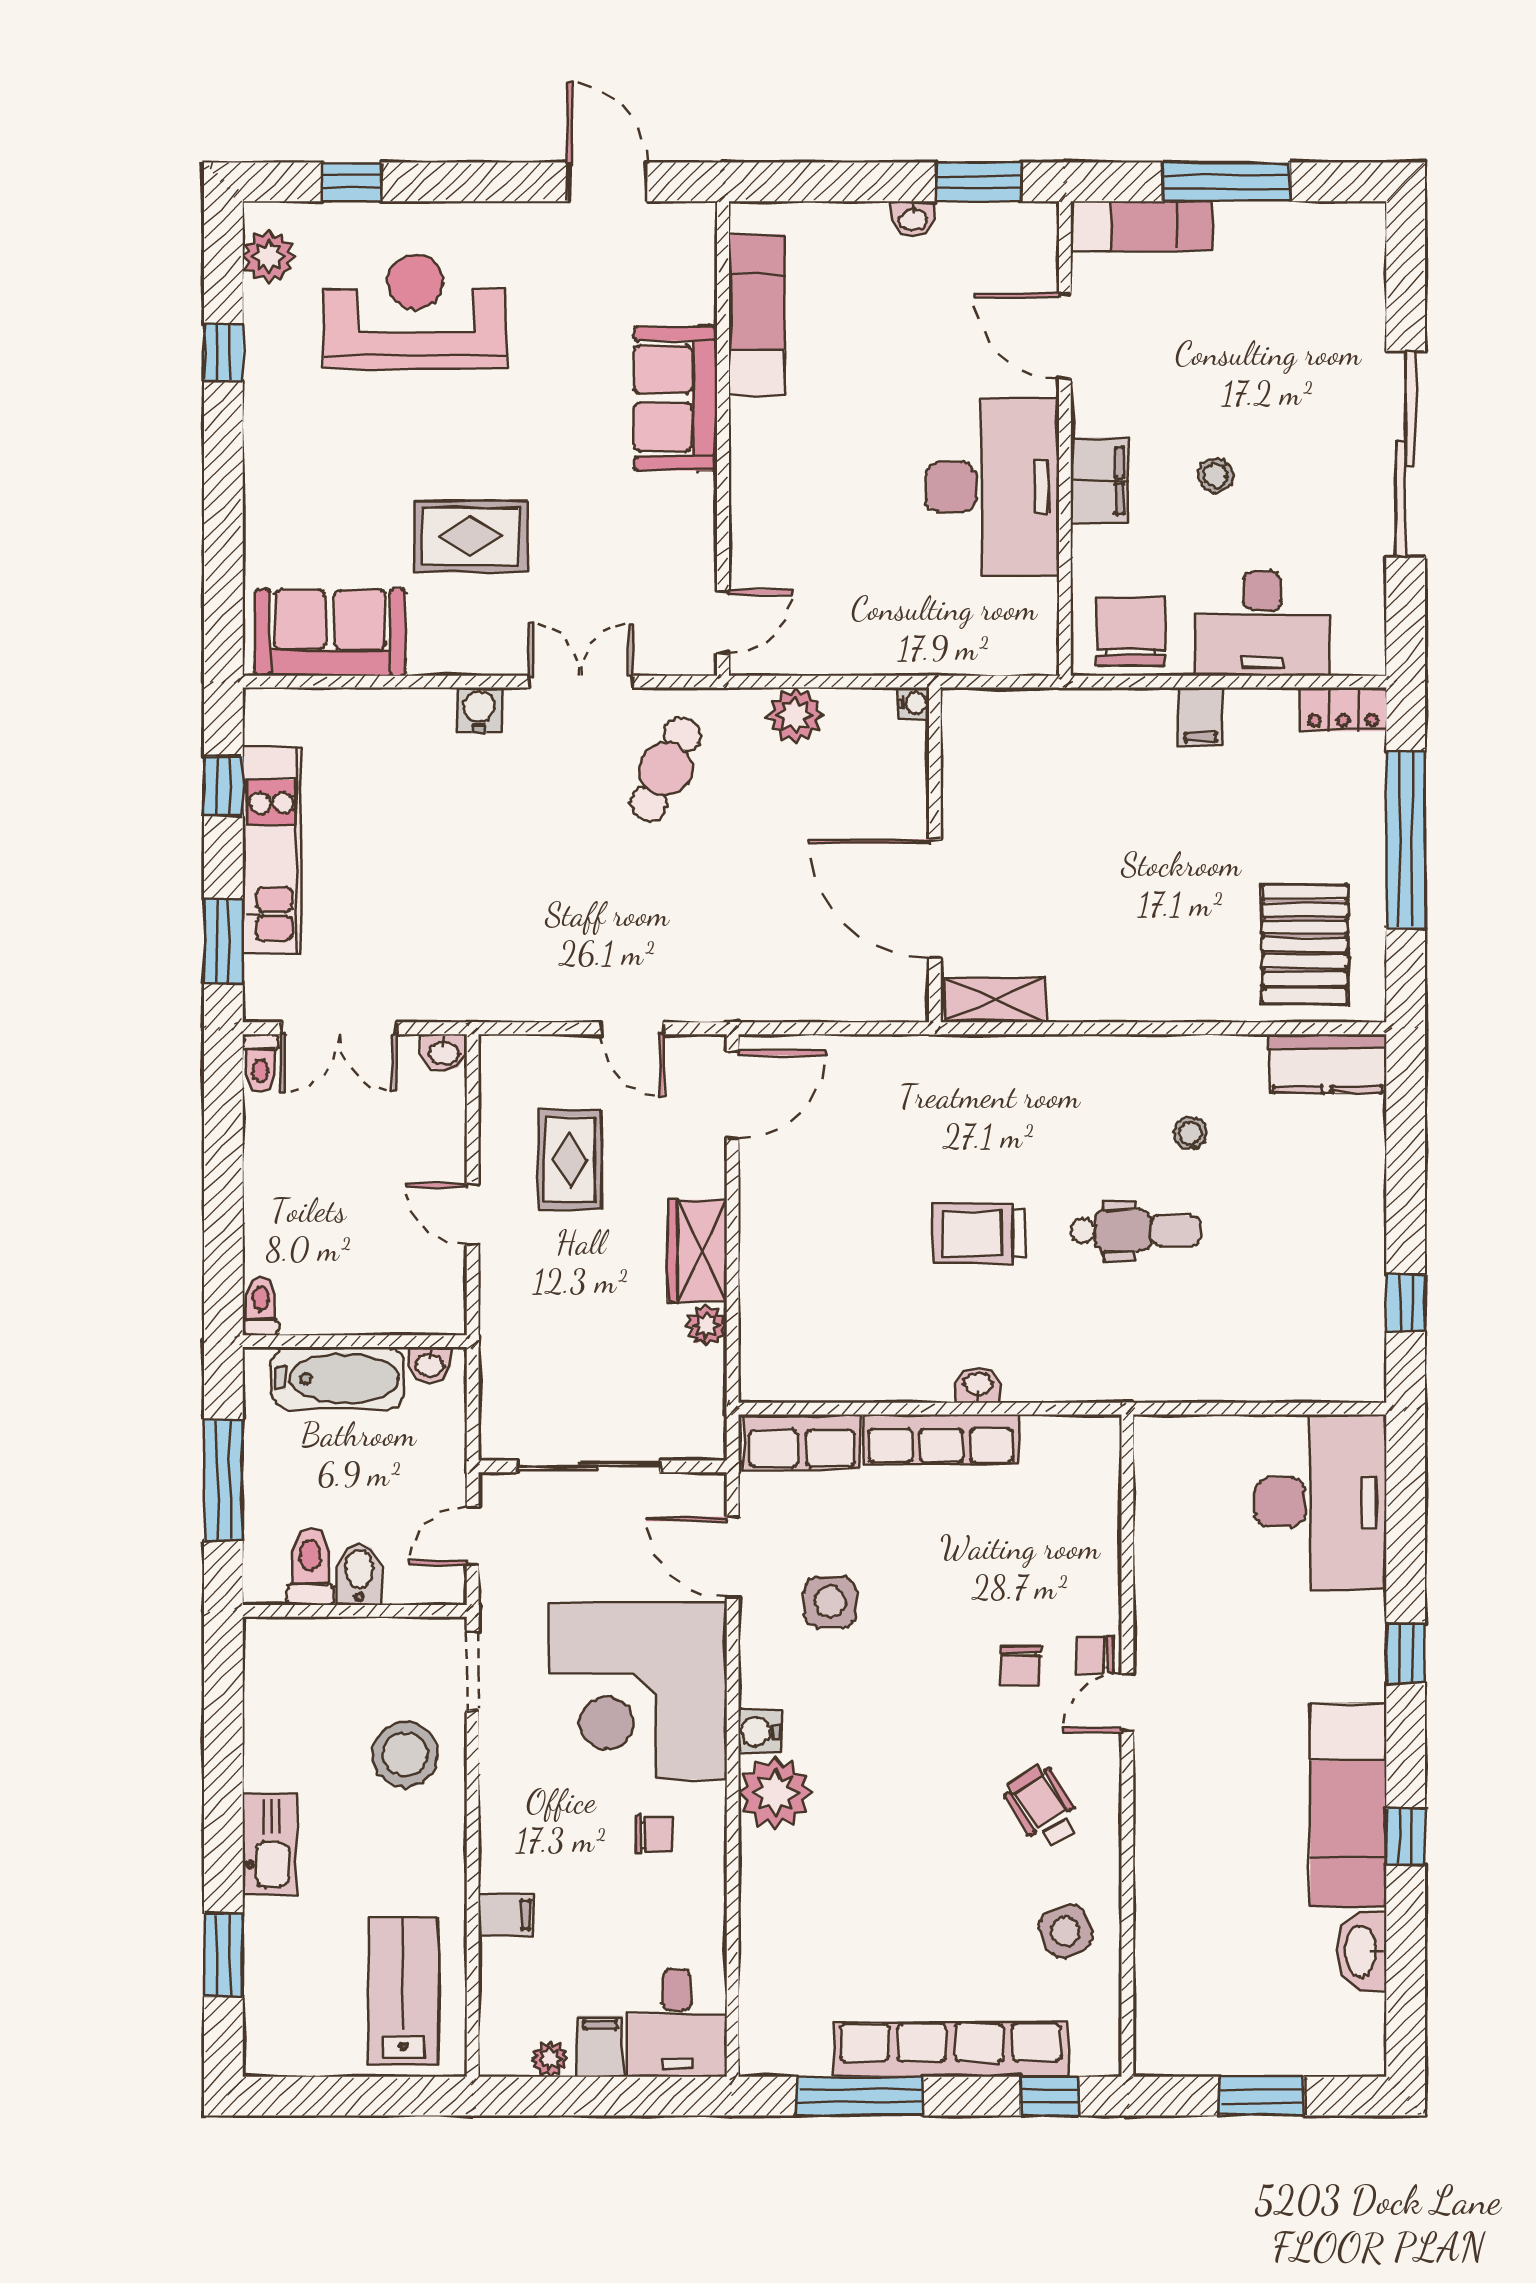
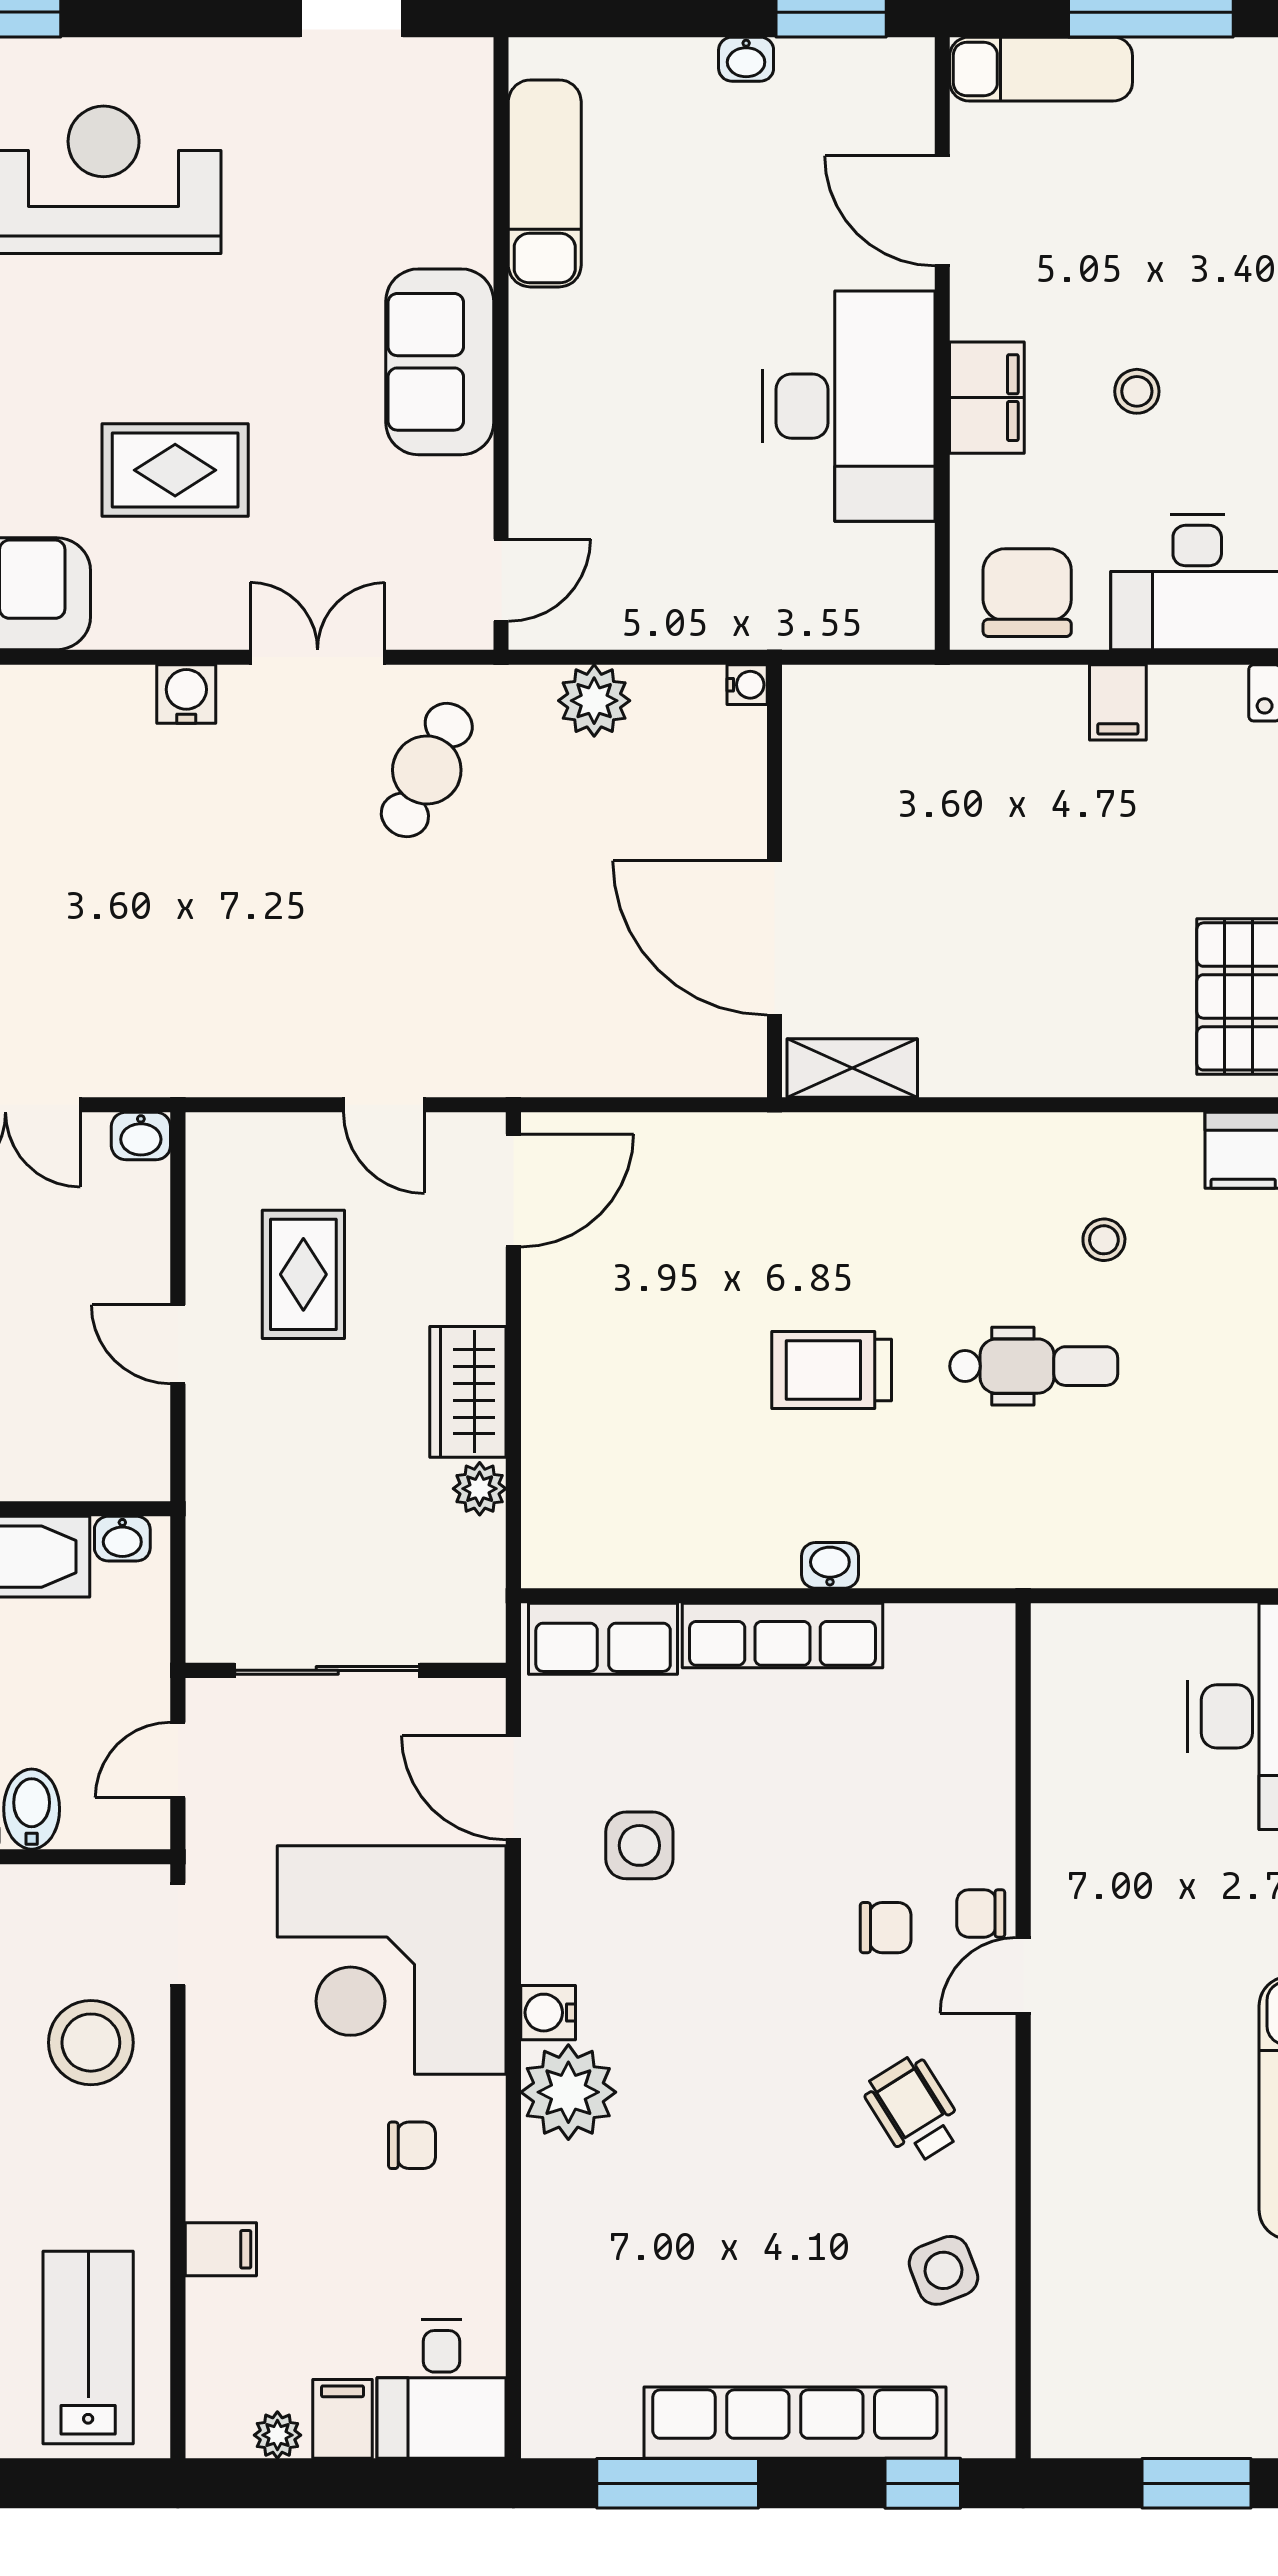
sofa: (676, 398) -> (440, 362), moved
chair: (1021, 1666) -> (886, 1928), turned -90

